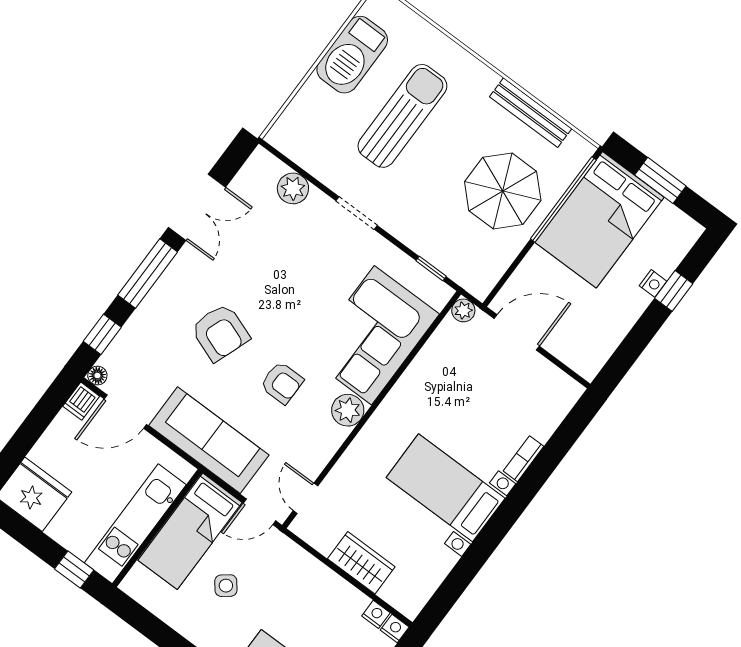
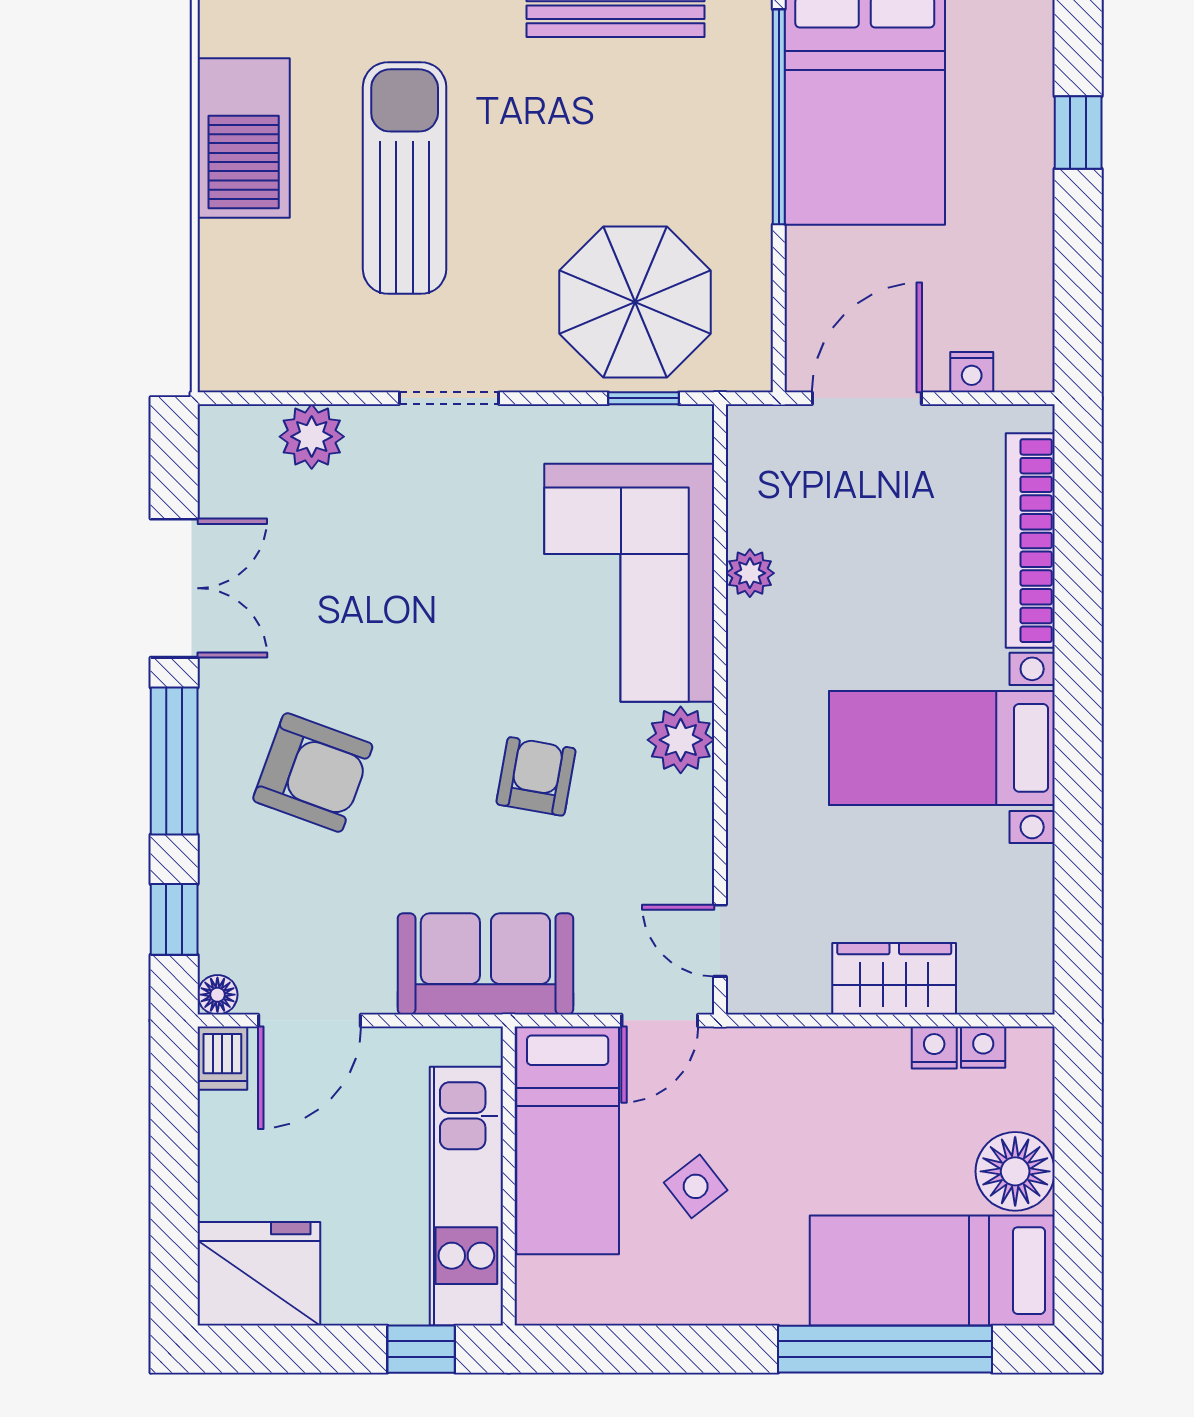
parasol: (503, 191) -> (635, 302), moved
nightstand: (653, 283) -> (972, 372), moved, turned 90
plant: (463, 310) -> (750, 573), moved
armchair: (220, 332) -> (313, 773), moved
armchair: (282, 383) -> (536, 776), turned -80
sofa: (209, 440) -> (485, 964), width x0.73
bookcase: (523, 459) -> (1030, 541), width x2.31, depth x1.31
nightstand: (395, 628) -> (934, 1047), moved

